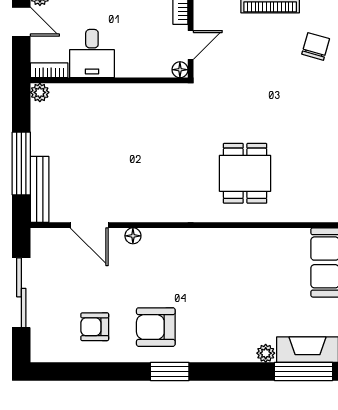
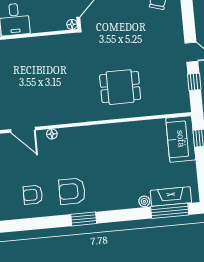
dining table: (245, 173) -> (120, 87), turned 90

